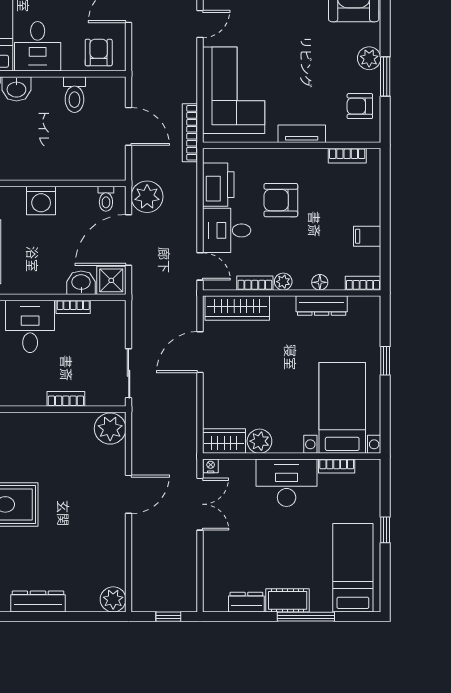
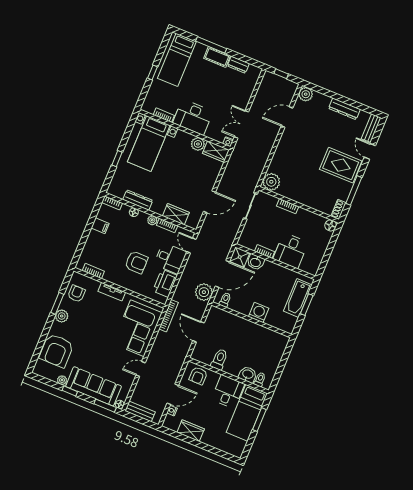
armchair: (360, 106) -> (76, 294), turned -90
wardrobe: (237, 308) -> (176, 214), width x0.67
door: (129, 494) -> (287, 117), moved

